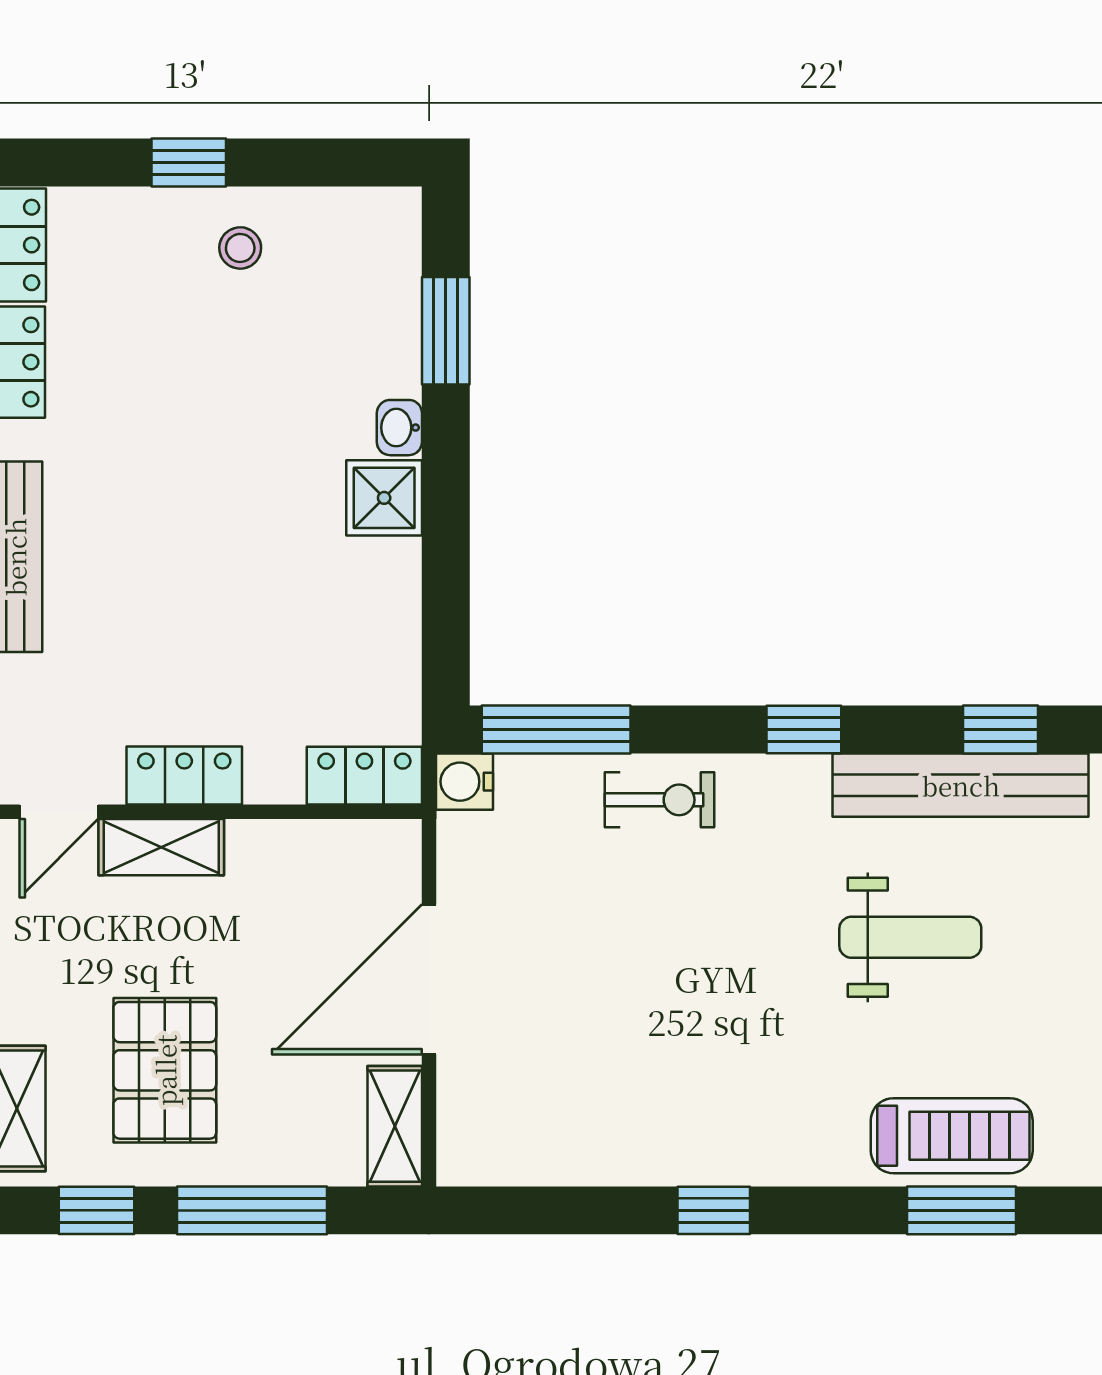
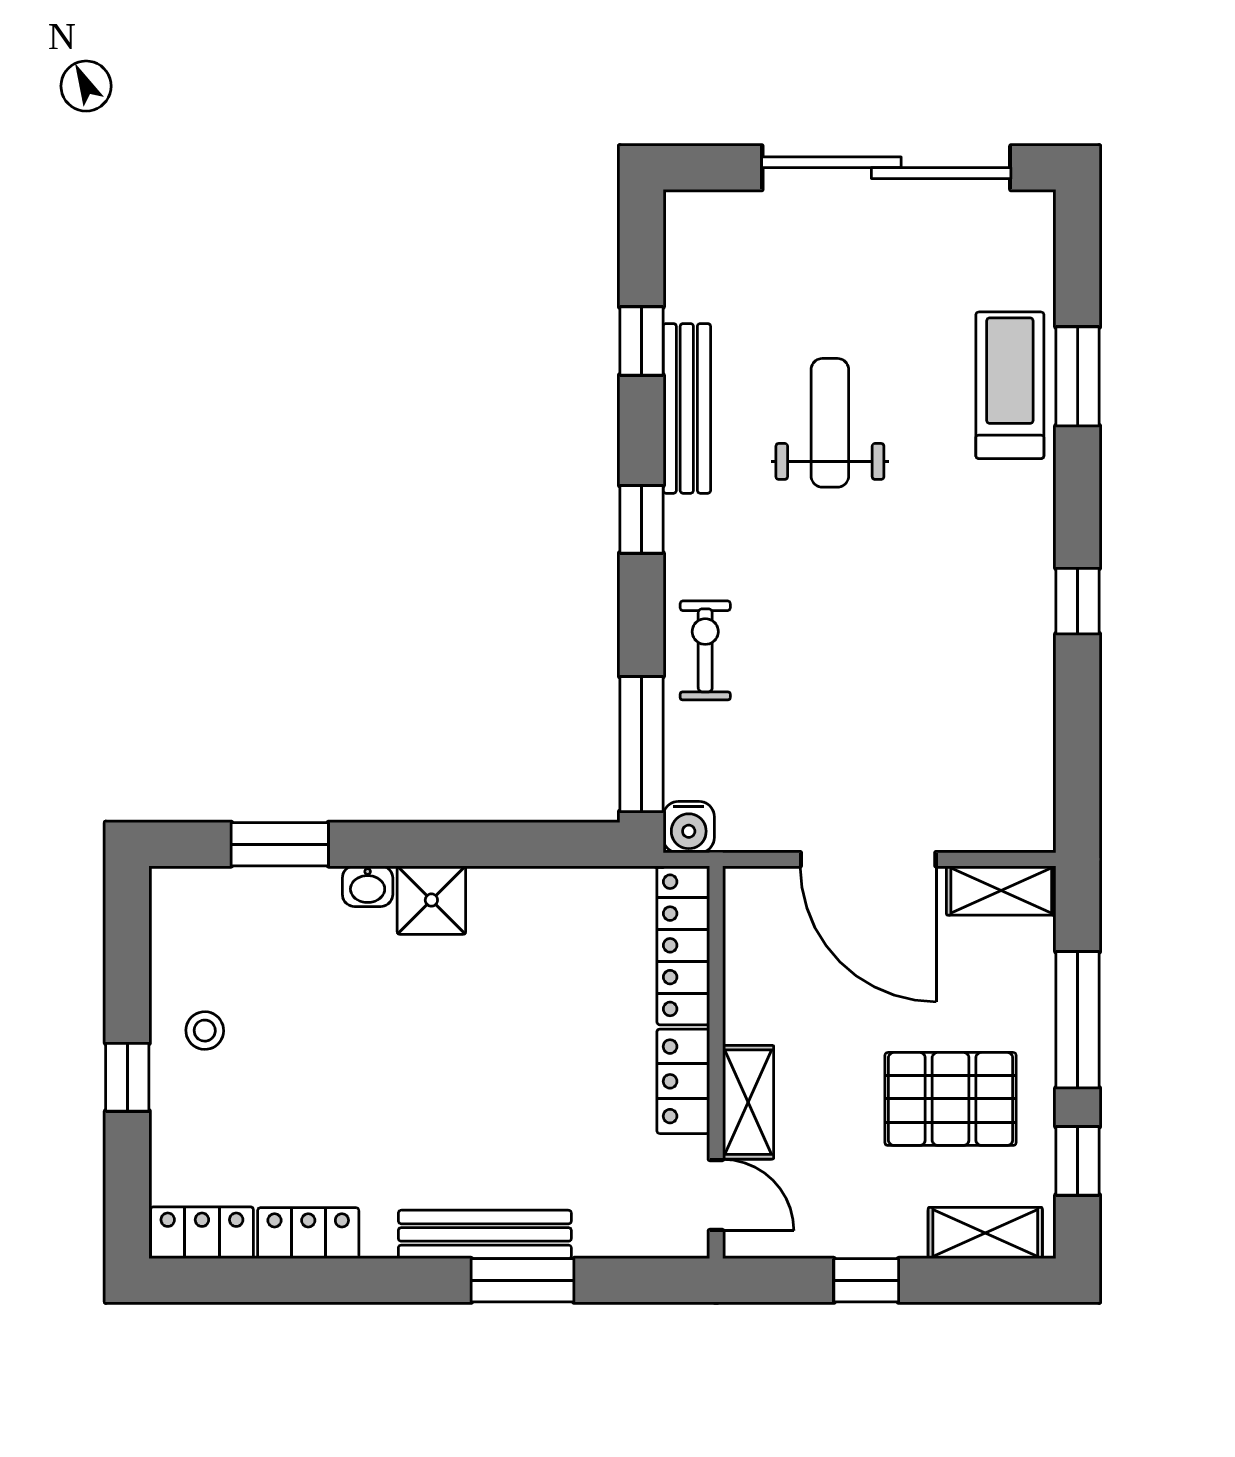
locker: (364, 776) -> (683, 945), width x1.53
bench: (961, 785) -> (687, 408), width x0.73, depth x0.82

